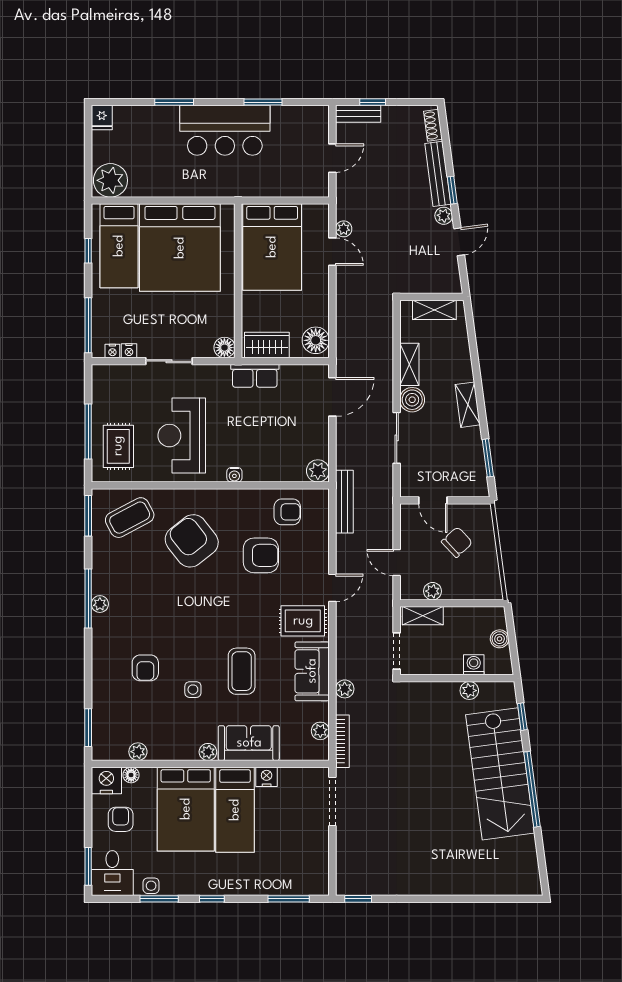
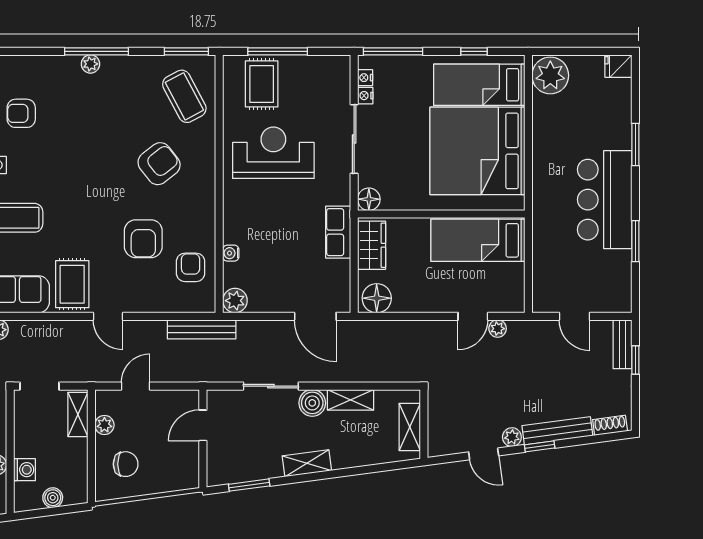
bed: (272, 247) -> (478, 240), width x0.67
sliding door: (169, 361) -> (354, 139), width x1.37
rug: (118, 446) -> (262, 84), turned 90
water cooler: (234, 475) -> (231, 253), moved
armchair: (287, 512) -> (191, 267), turned 180
armchair: (192, 541) -> (159, 164), width x0.73, depth x0.73
chair: (457, 542) -> (126, 464), moved, turned -47

